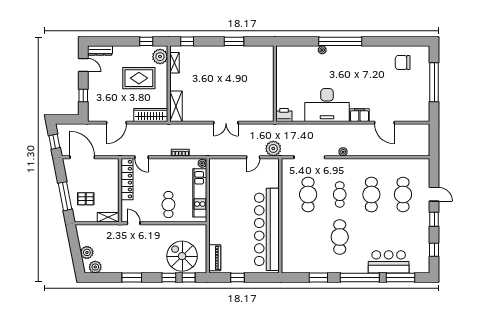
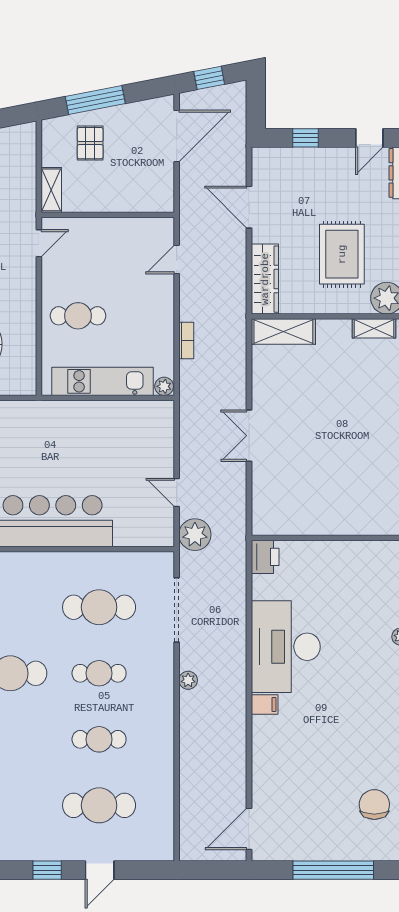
filing cabinet: (359, 115) -> (265, 705), width x0.50
door: (384, 123) -> (249, 829), moved
locker: (127, 179) -> (131, 229), removed
cafe table: (371, 194) -> (99, 739), width x0.73, depth x0.74

